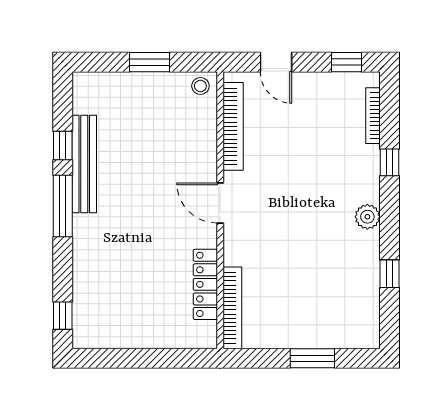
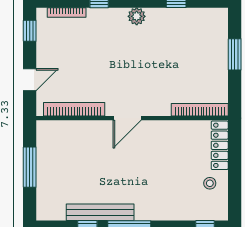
window: (149, 62) -> (30, 167), width x1.44
stool: (200, 86) -> (210, 183), moved
locker: (205, 284) -> (220, 145), moved, turned 90

